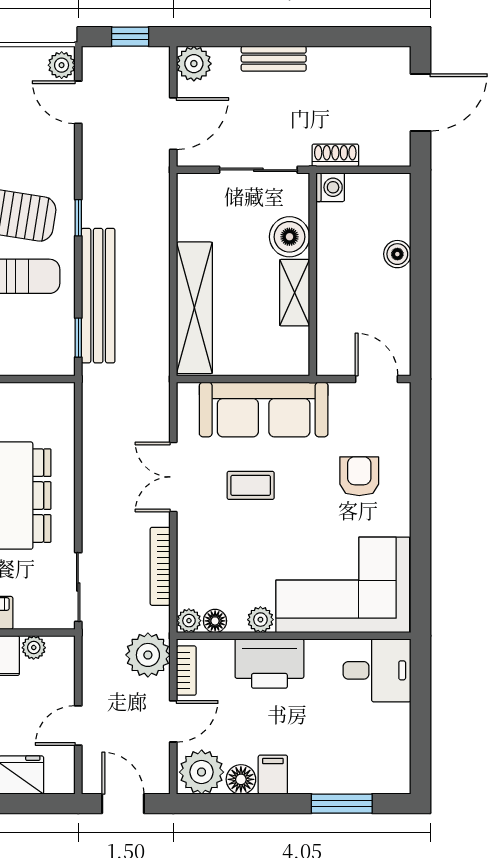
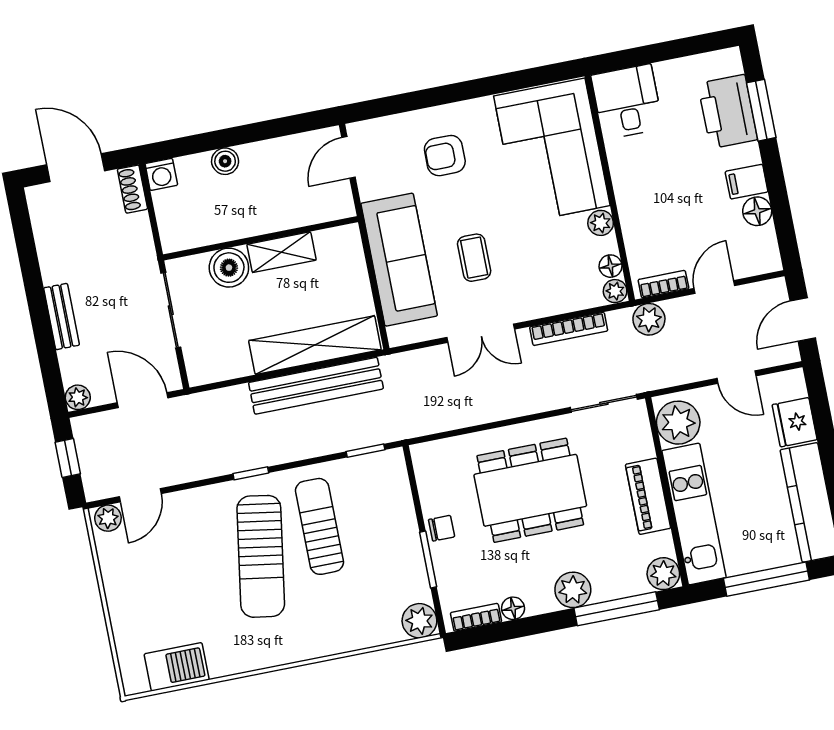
plant: (194, 64) -> (78, 397), width x0.73, depth x0.73
shoe rack: (335, 155) -> (132, 189), moved
washing machine: (330, 187) -> (161, 174), moved, turned 180
bench: (98, 296) -> (316, 386), moved
plant: (34, 648) -> (678, 423), width x1.87, depth x1.87
plant: (148, 655) -> (649, 319), width x0.73, depth x0.73
printer: (269, 664) -> (728, 111), moved, turned 180
door: (173, 721) -> (714, 287), hinge flipped
plant: (202, 772) -> (758, 250), removed

